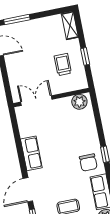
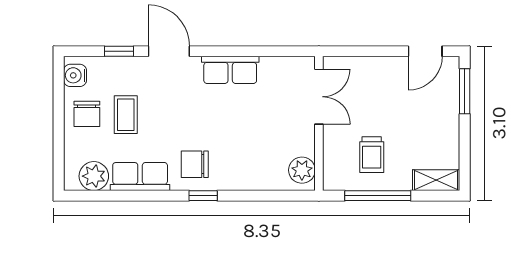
window: (85, 56) -> (378, 196), width x2.17
trolley: (63, 64) -> (372, 155), turned 90

